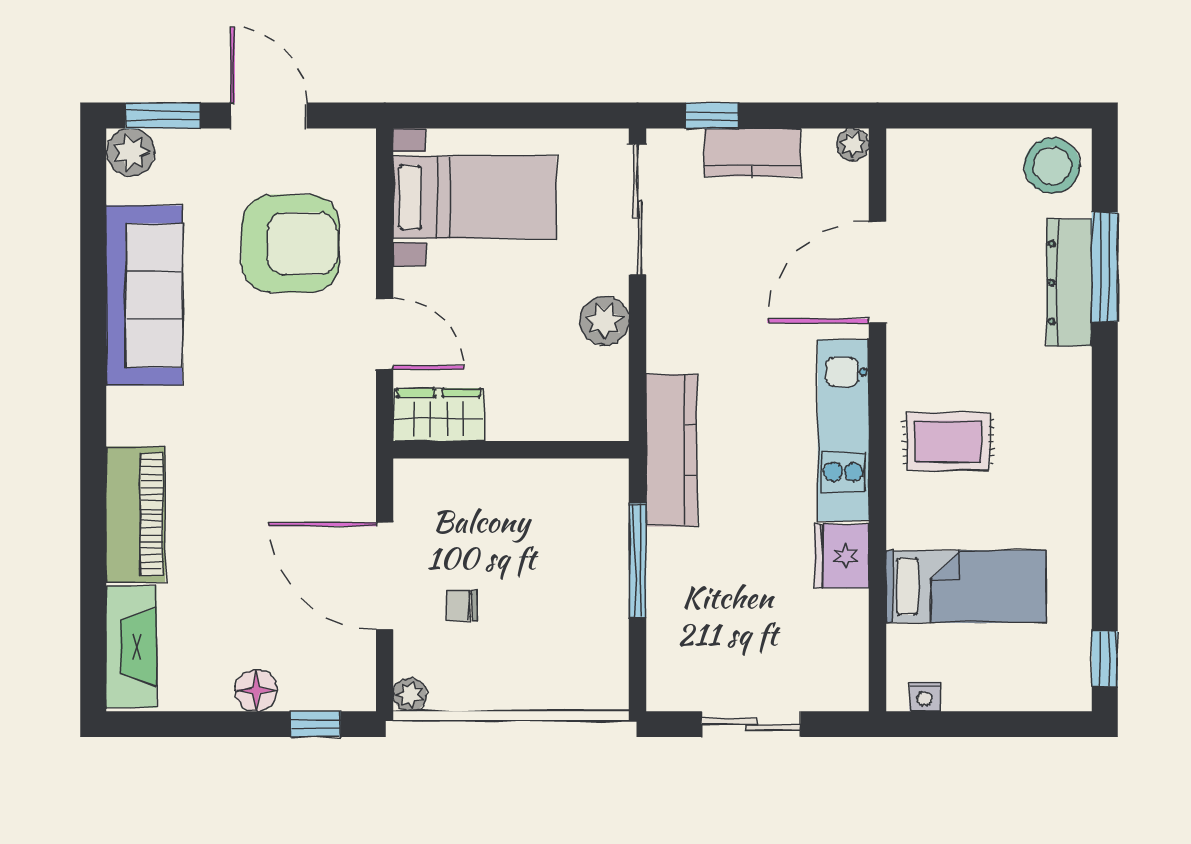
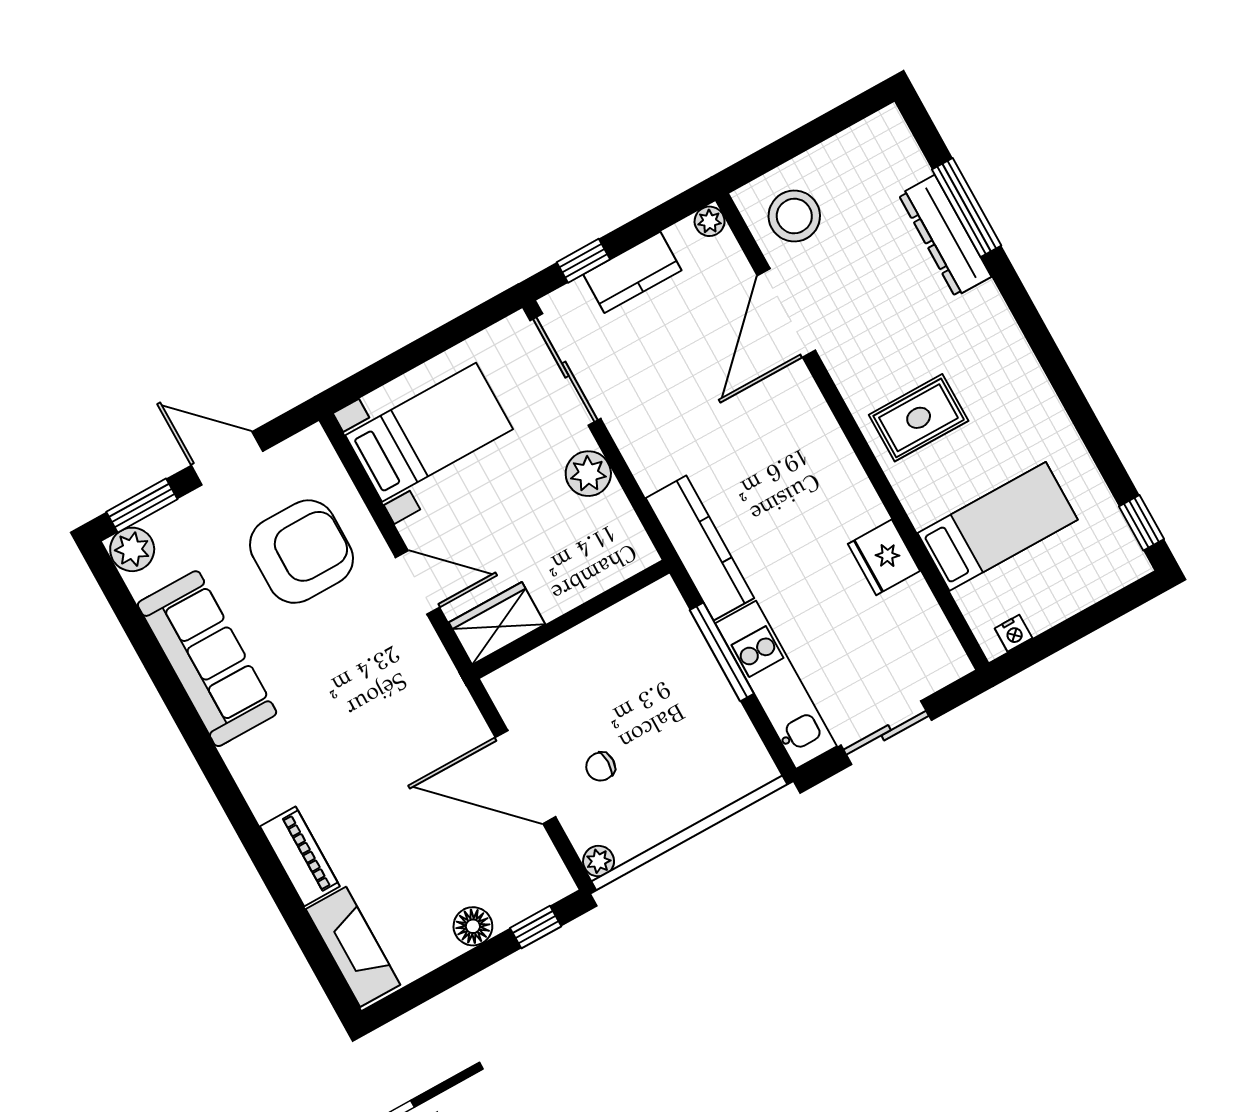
stool: (1052, 166) -> (794, 216), moved
kitchen unit: (843, 430) -> (776, 685), moved, turned 180
piano: (136, 514) -> (300, 856), width x0.73, depth x0.75

